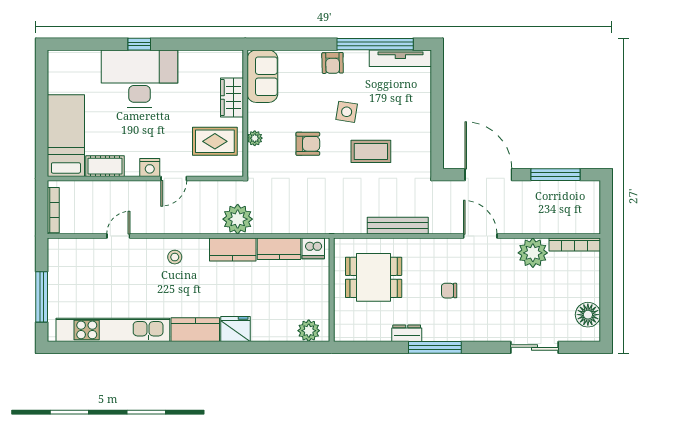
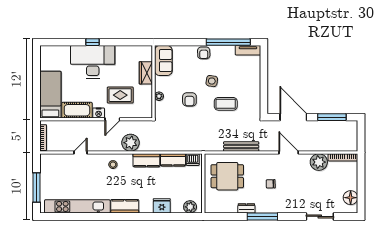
tv unit: (400, 58) -> (248, 50), width x0.71
rug: (215, 141) -> (120, 95), moved
armchair: (308, 144) -> (189, 99), turned 90
cot: (105, 166) -> (77, 110), width x1.37, depth x1.34
plant: (238, 219) -> (130, 143), moved
fridge: (236, 329) -> (162, 206), moved

